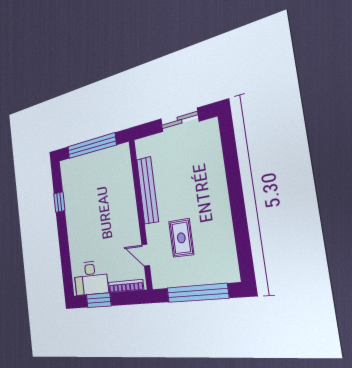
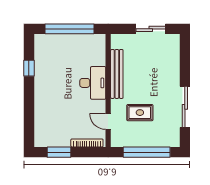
sliding door: (240, 221) -> (185, 107), added
rug: (181, 238) -> (140, 113), turned 90
desk: (91, 278) -> (93, 83), moved, turned -90

